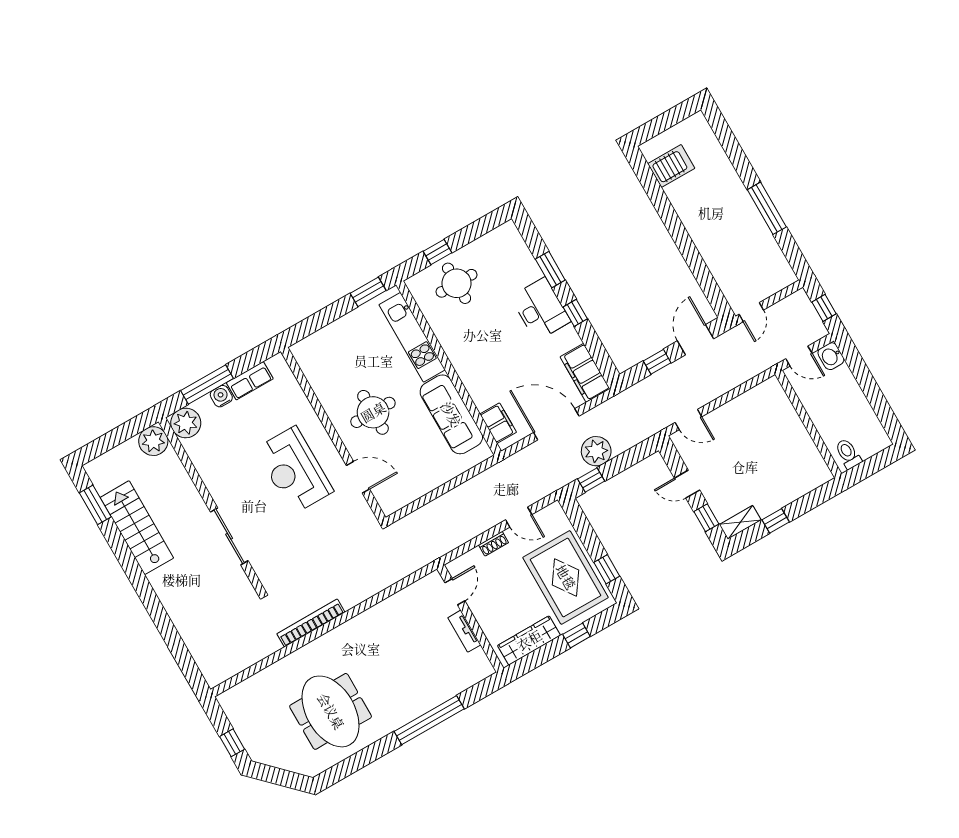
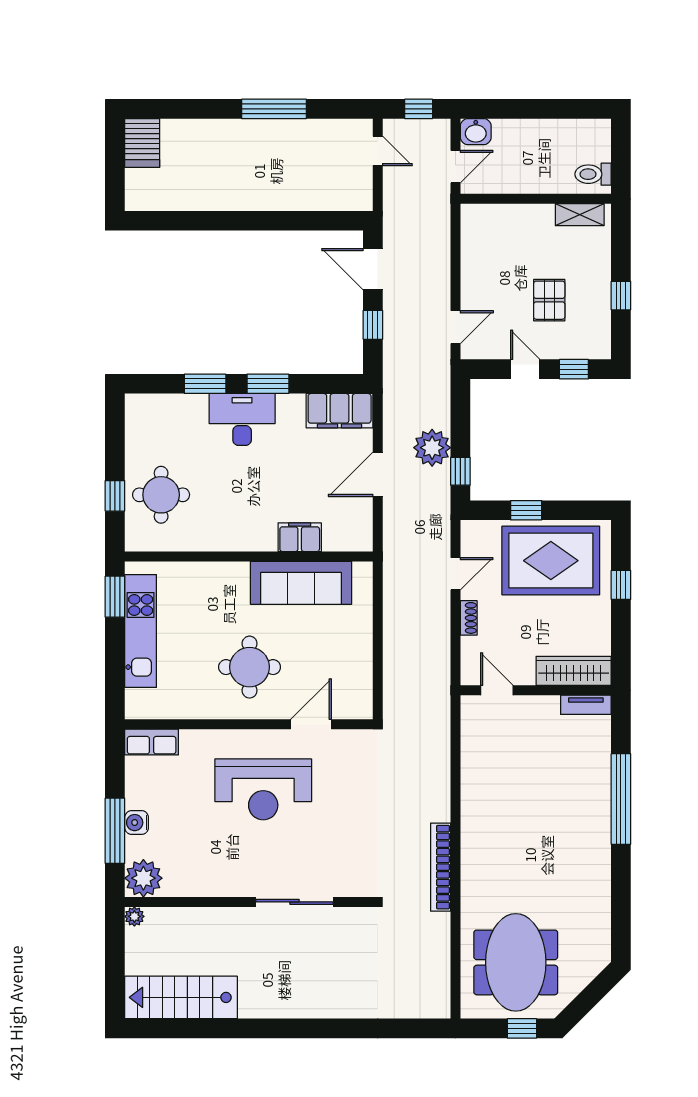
server rack: (671, 166) -> (142, 143), moved, turned 180
door: (751, 312) -> (378, 151), moved
window: (575, 313) -> (268, 384), width x1.50
kitchen unit: (412, 337) -> (141, 631), moved, turned -90
row of seats: (250, 381) -> (152, 742), moved, turned 90
filing cabinet: (498, 423) -> (300, 537), moved
door: (556, 424) -> (378, 474), width x0.73
plant: (153, 441) -> (134, 916), width x0.53, depth x0.53
pallet: (744, 473) -> (549, 300), added
door: (687, 484) -> (525, 369), swing flipped
window: (95, 505) -> (176, 1028), removed
shelving: (740, 522) -> (580, 215), moved, turned 90
stairs: (137, 528) -> (181, 997), moved
window: (607, 569) -> (526, 510), moved
tv unit: (464, 631) -> (586, 705), moved
wardrobe: (529, 640) -> (574, 671), moved, turned 90
meeting table: (331, 711) -> (516, 962), moved, turned 90

